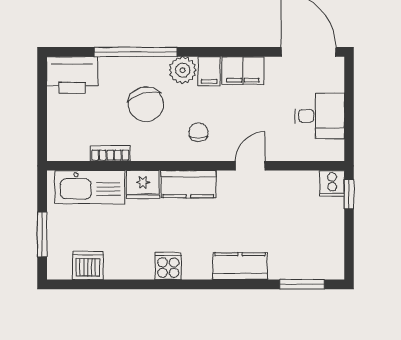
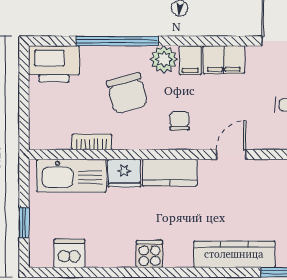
window: (42, 235) -> (24, 223), width x0.67
kitchen counter: (240, 266) -> (234, 254), width x1.50

